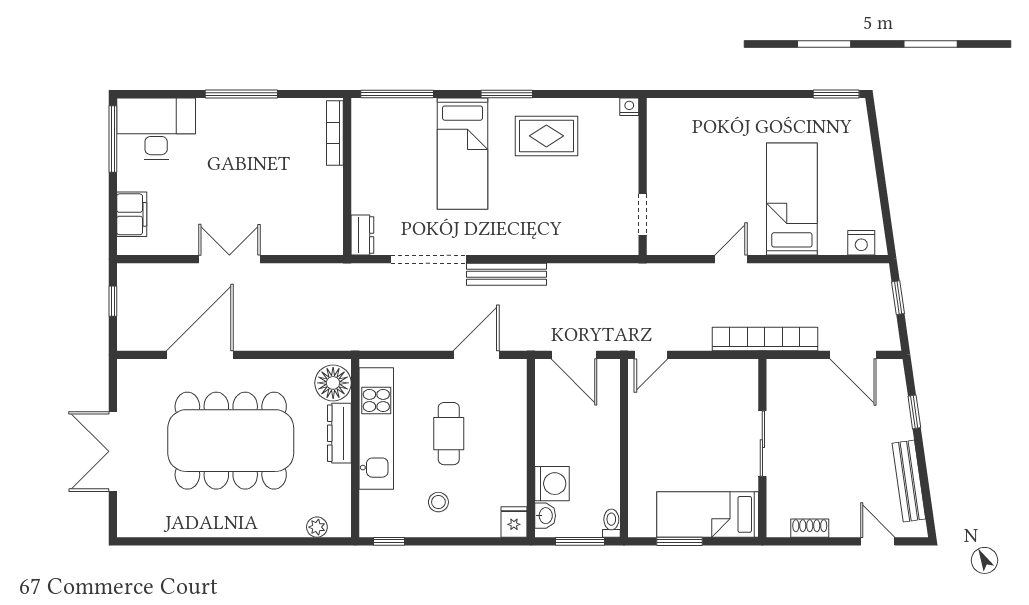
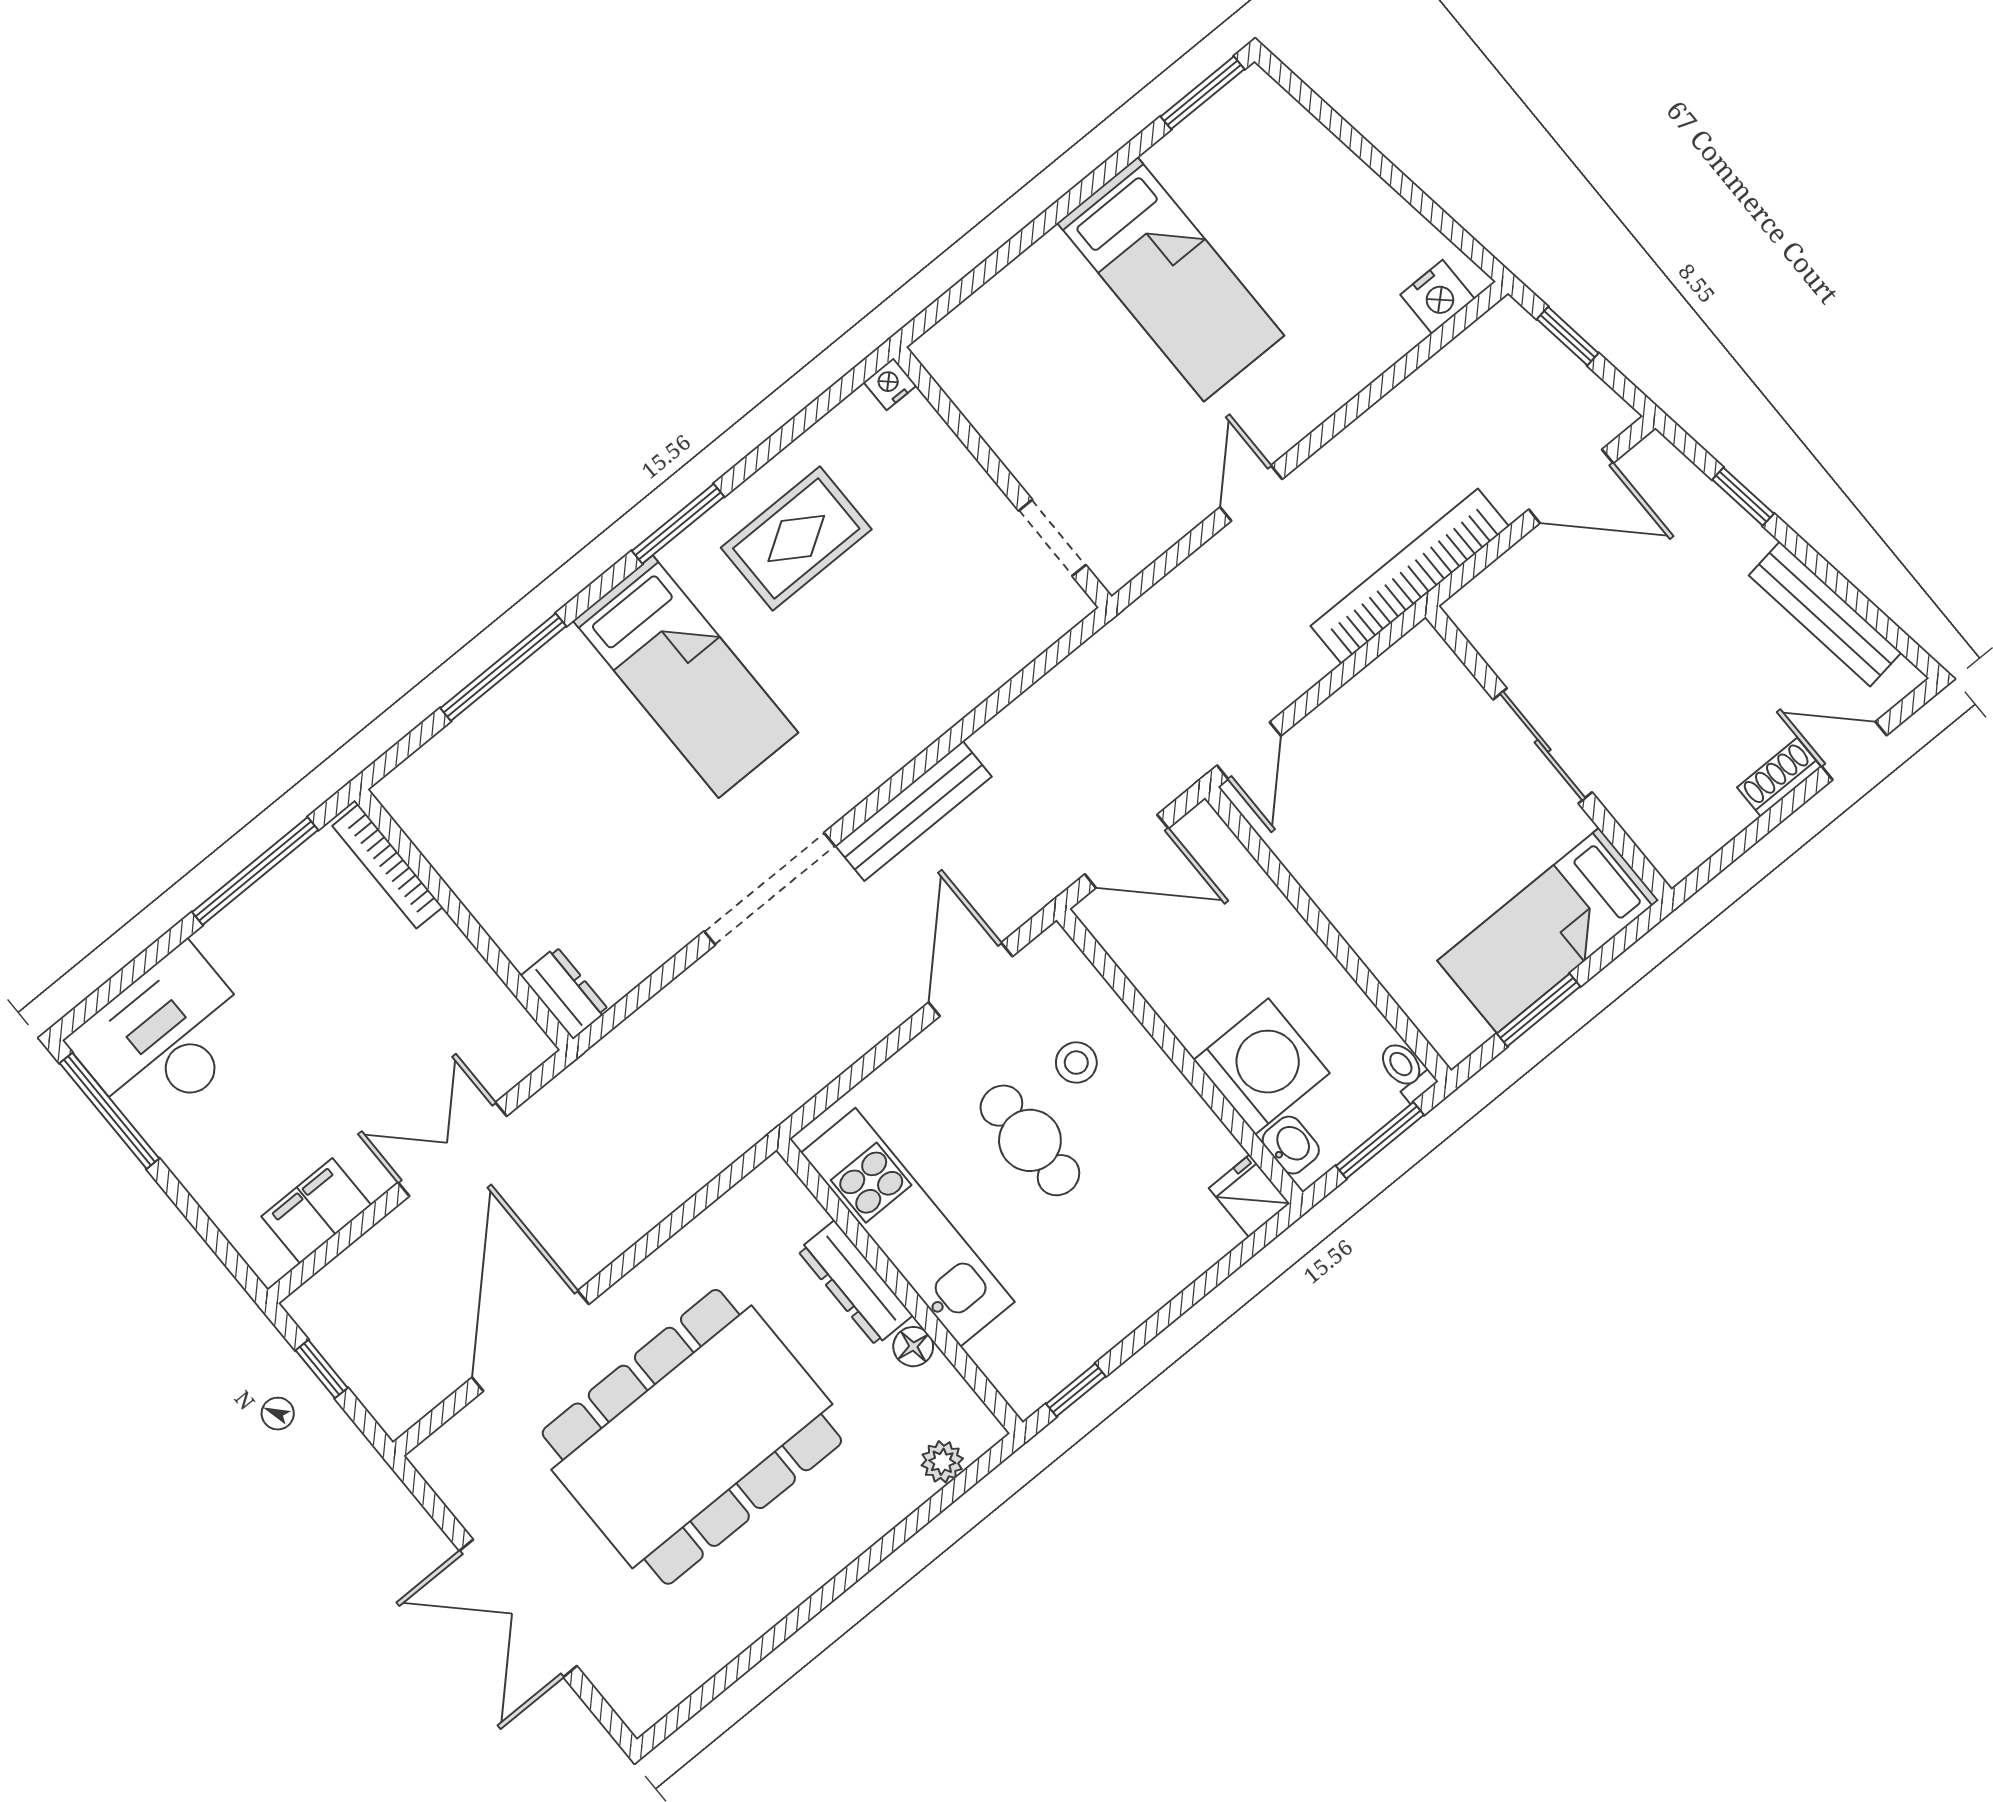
bookcase: (335, 133) -> (387, 866), moved
wall: (347, 177) -> (464, 920), moved
bed: (792, 199) -> (1171, 279), moved, turned 180
filing cabinet: (132, 214) -> (316, 1211), moved, turned -90
dresser: (362, 235) -> (565, 993), moved
floor lamp: (333, 383) -> (913, 1347), moved, width x0.53, depth x0.53
washing machine: (552, 484) -> (1262, 1066), width x1.37, depth x1.37
stool: (438, 502) -> (1076, 1063), moved
shoe rack: (810, 528) -> (1779, 777), moved

